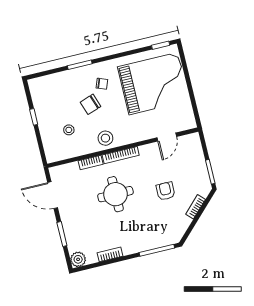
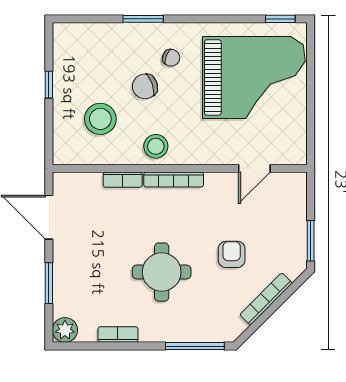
stool: (69, 130) -> (100, 119), width x1.89, depth x1.89
round table: (115, 194) -> (162, 272), moved
bookcase: (196, 207) -> (266, 299), width x1.56

